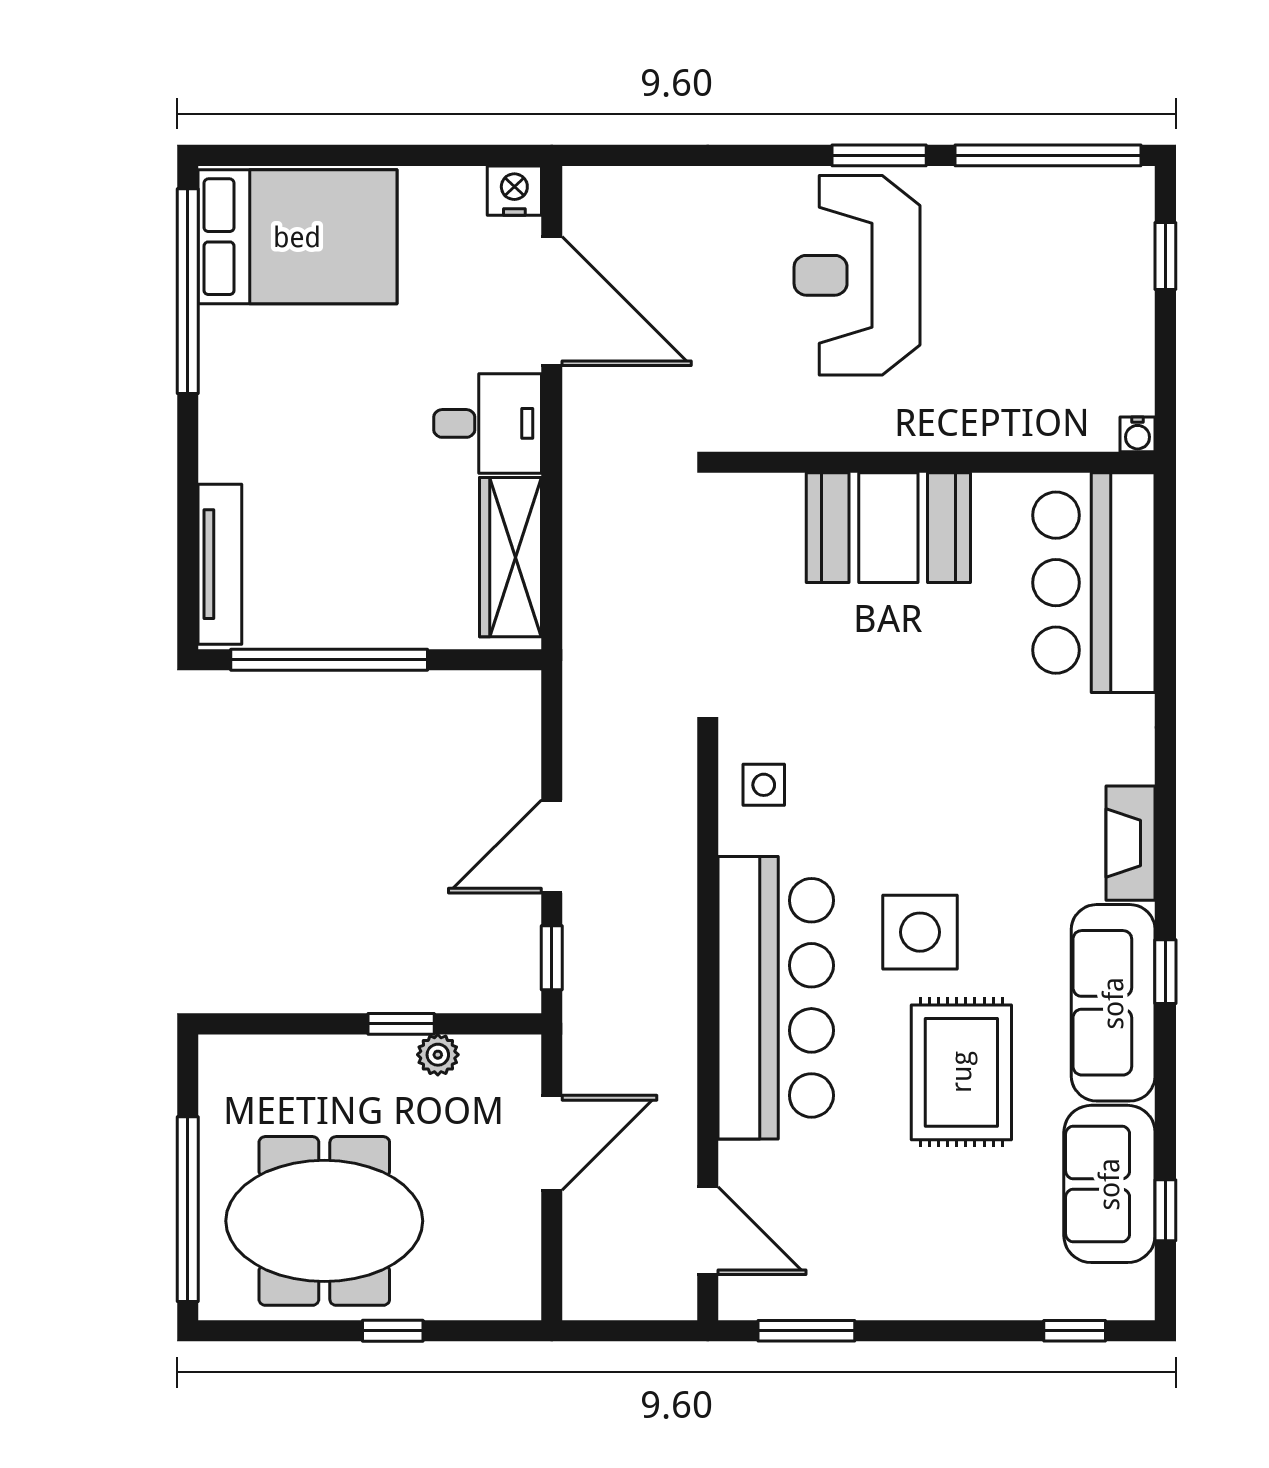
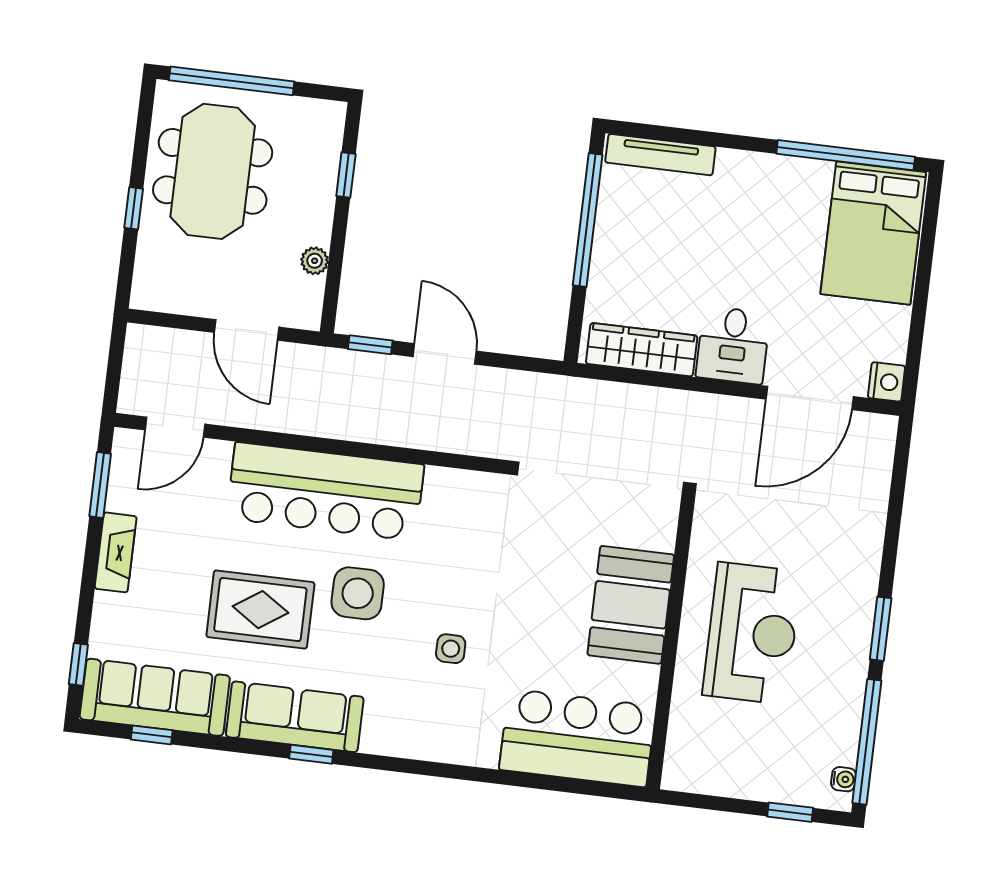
reception desk: (857, 275) -> (752, 633), moved, turned 90
water cooler: (1138, 434) -> (843, 779), moved, turned 180
side table: (764, 785) -> (451, 649), moved
fireplace: (1131, 843) -> (116, 552), moved, turned 90
window: (401, 1024) -> (346, 175), moved
sofa: (1109, 1184) -> (155, 697), width x1.36

